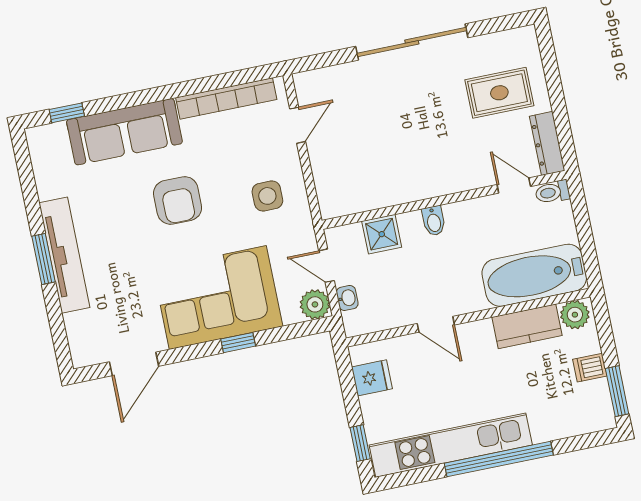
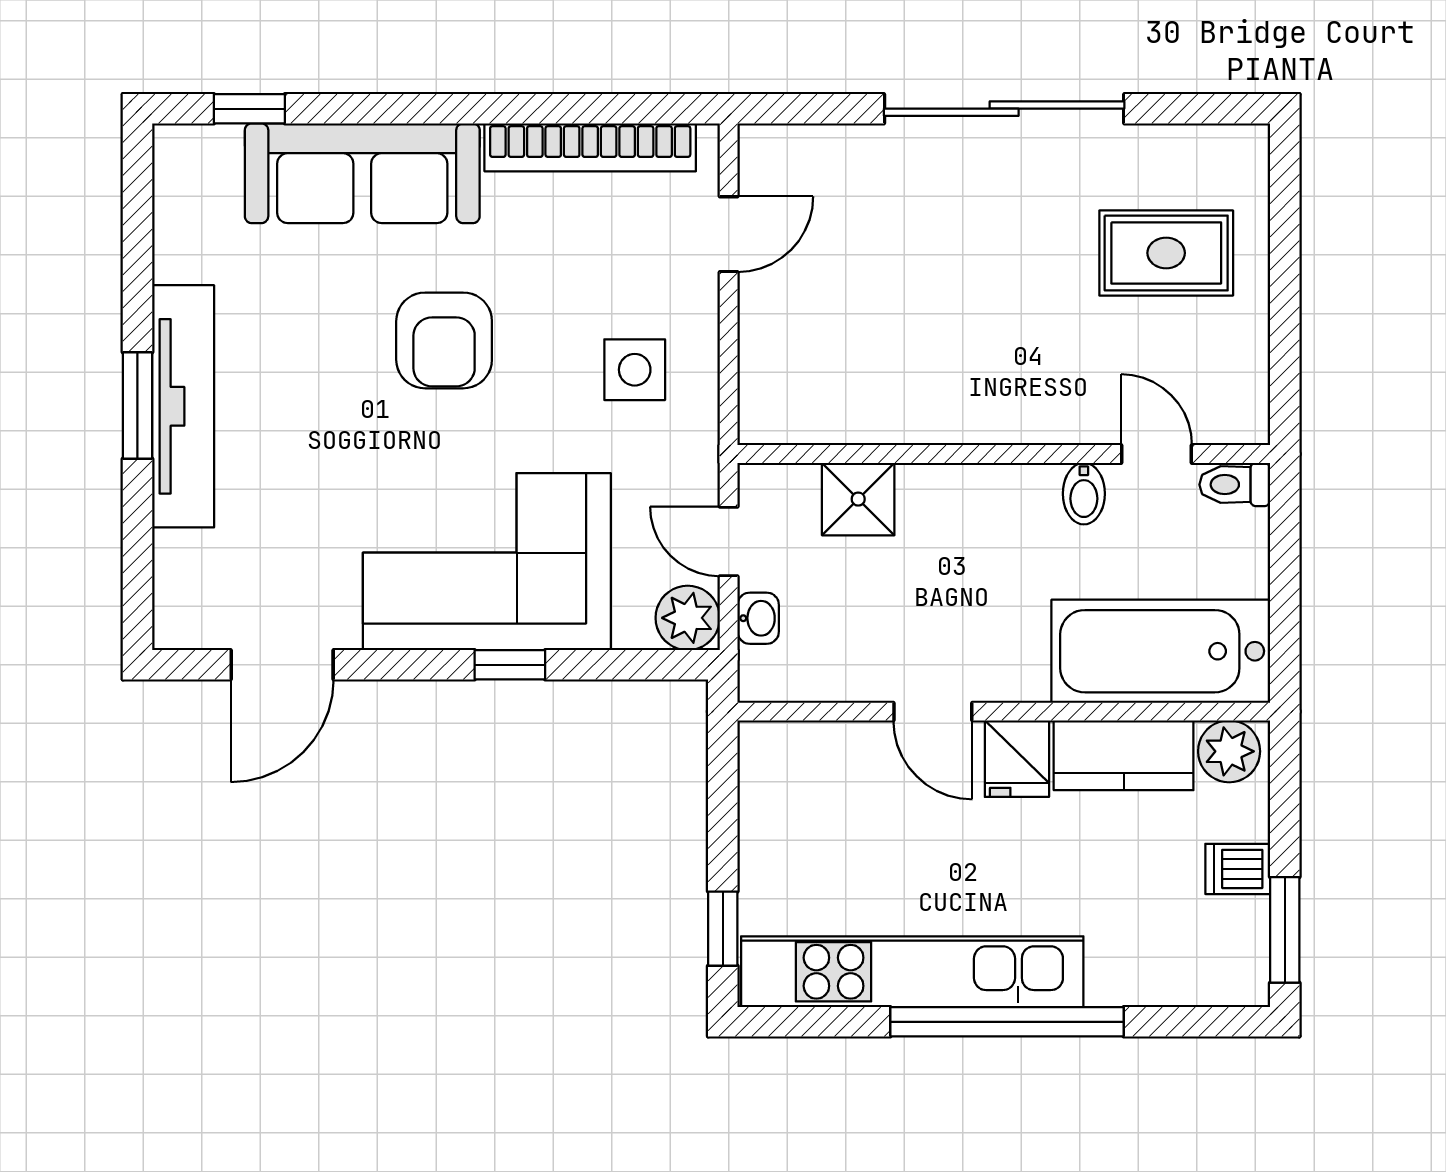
dresser: (547, 143) -> (1245, 380), removed
bidet: (434, 221) -> (1084, 494), moved
fridge: (372, 378) -> (1017, 759), moved, turned 90

